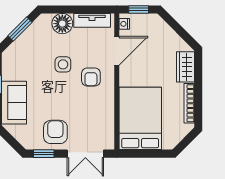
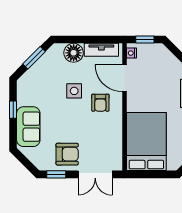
door: (117, 51) -> (124, 78), swing flipped
armchair: (55, 132) -> (67, 154), turned 90

